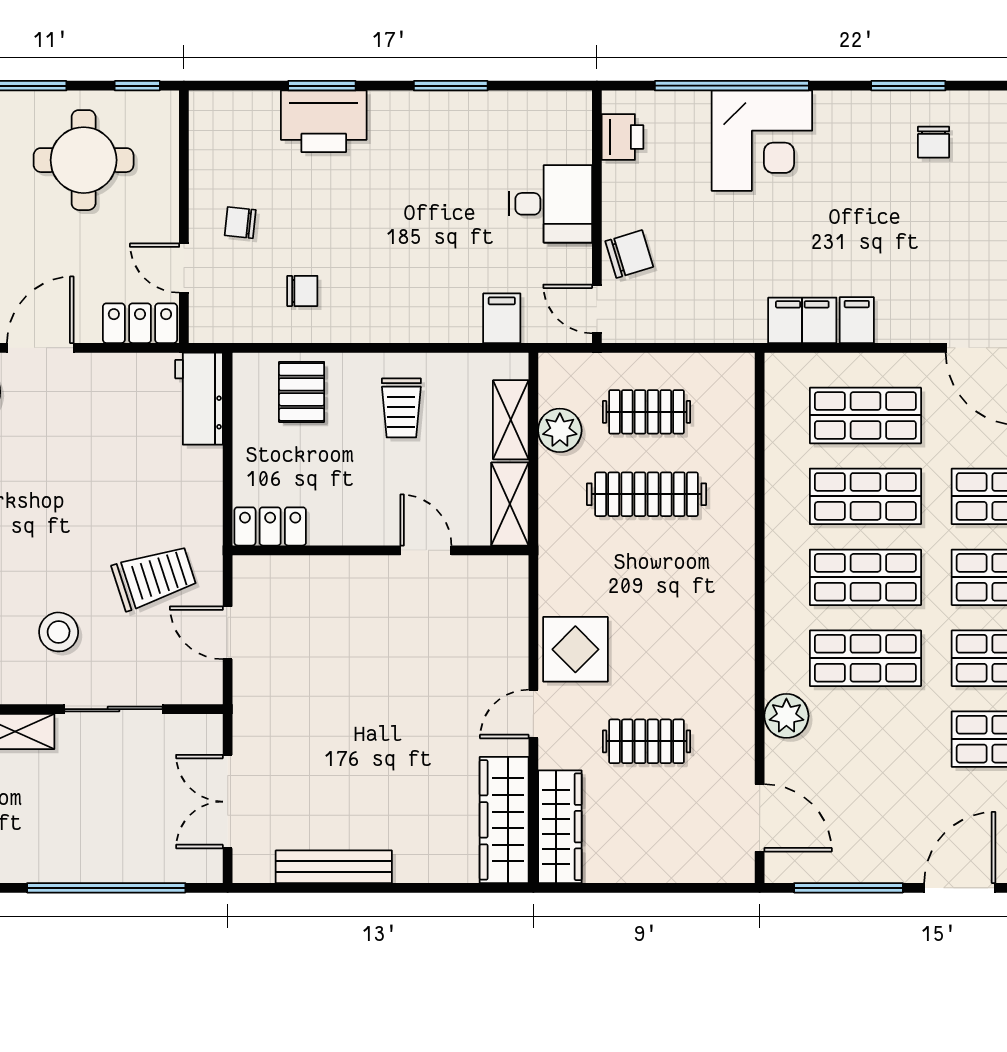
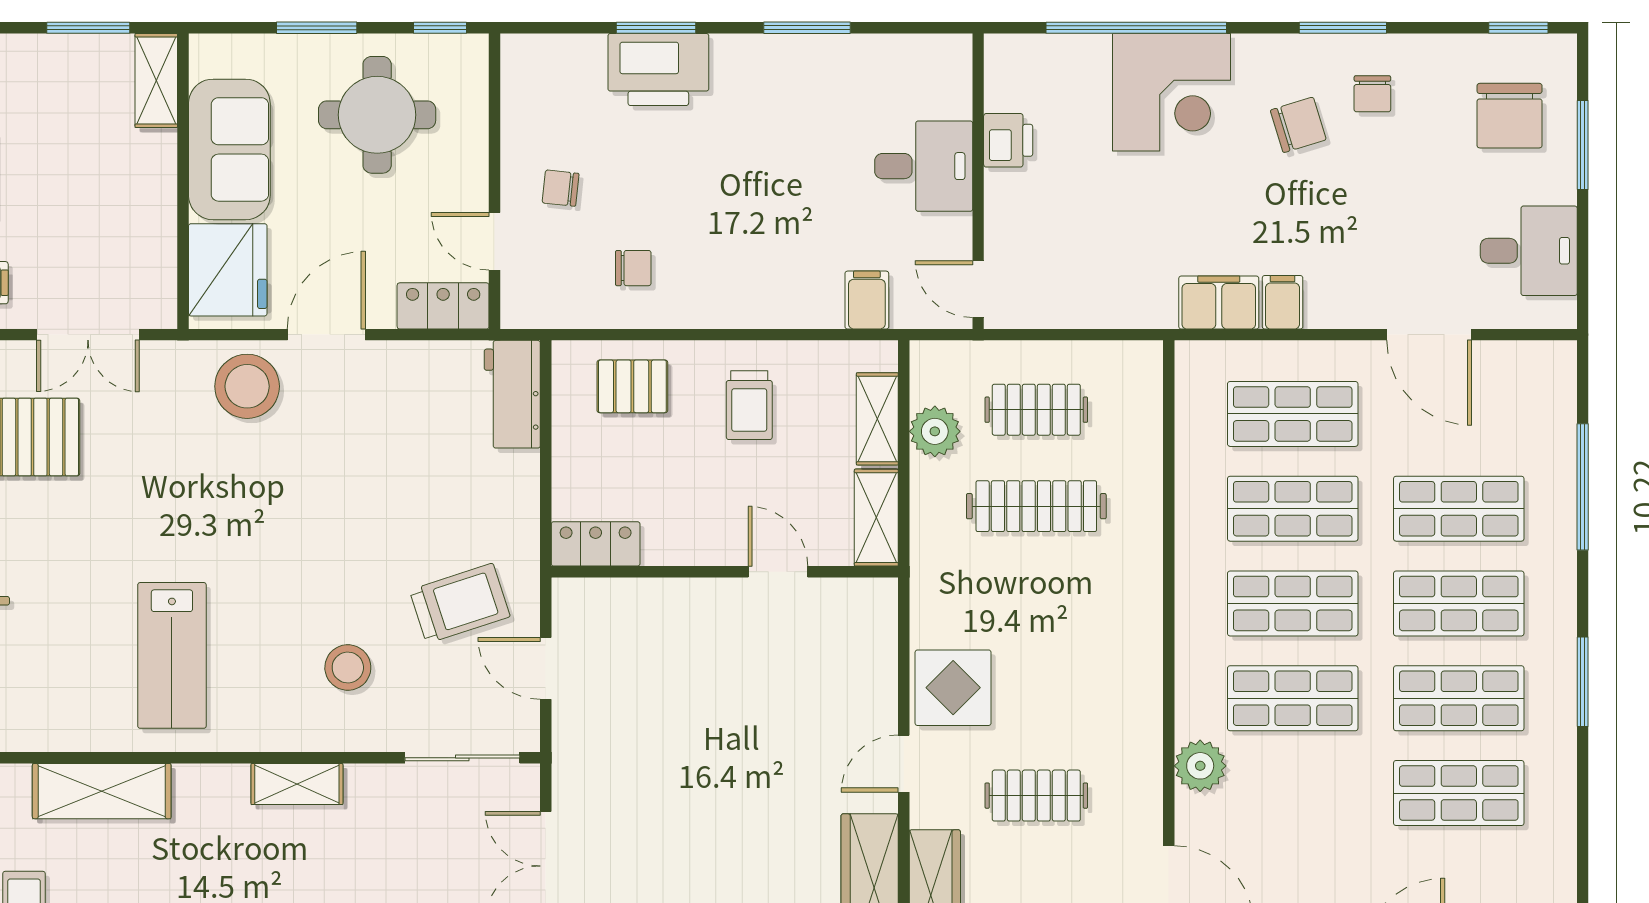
printer: (622, 137) -> (1008, 140), moved
chair: (629, 254) -> (1298, 125), moved
pallet: (302, 392) -> (632, 386), turned 90
sliding door: (113, 709) -> (462, 758), moved

